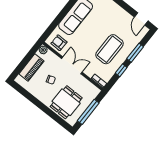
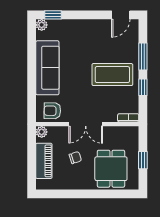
door: (141, 19) -> (121, 15), hinge flipped
coffee table: (109, 49) -> (112, 75), turned 90
double door: (72, 65) -> (86, 124), swing flipped
window: (88, 112) -> (143, 160), width x0.46

